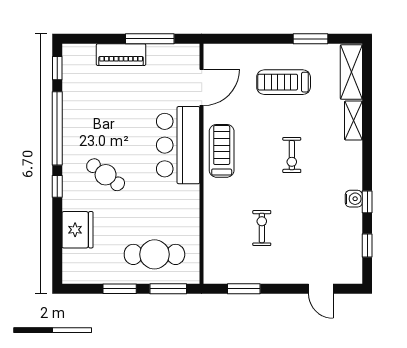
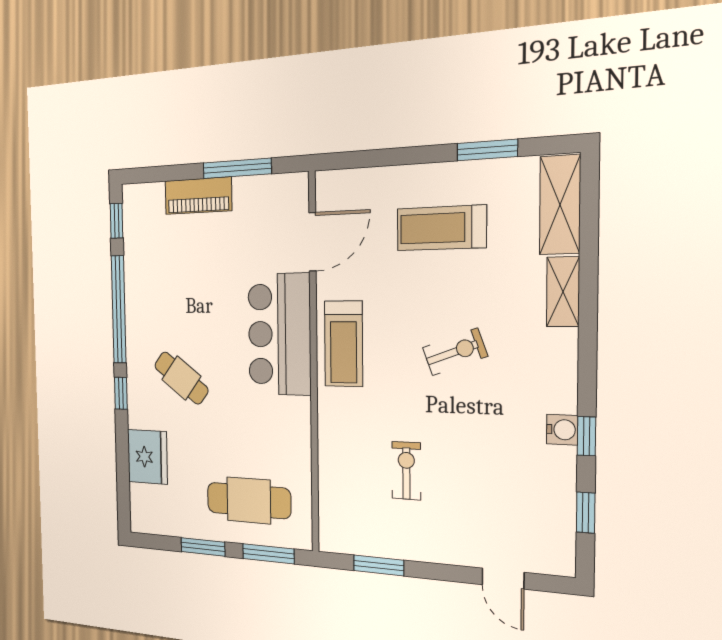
treadmill: (222, 151) -> (343, 344), turned 180
exercise bike: (292, 155) -> (455, 352), turned -110

